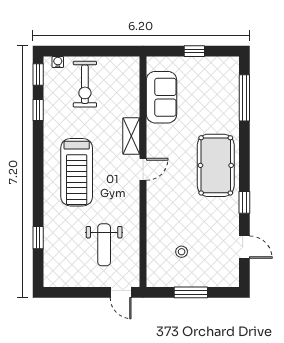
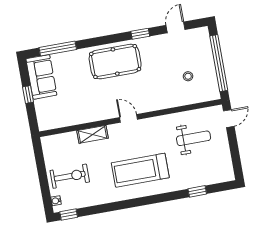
sofa: (162, 97) -> (41, 77), moved, turned 90
window: (38, 110) -> (97, 209), removed
shelving: (131, 136) -> (92, 134), moved
treadmill: (77, 172) -> (140, 170), turned 180
window: (191, 292) -> (219, 63), width x2.11

